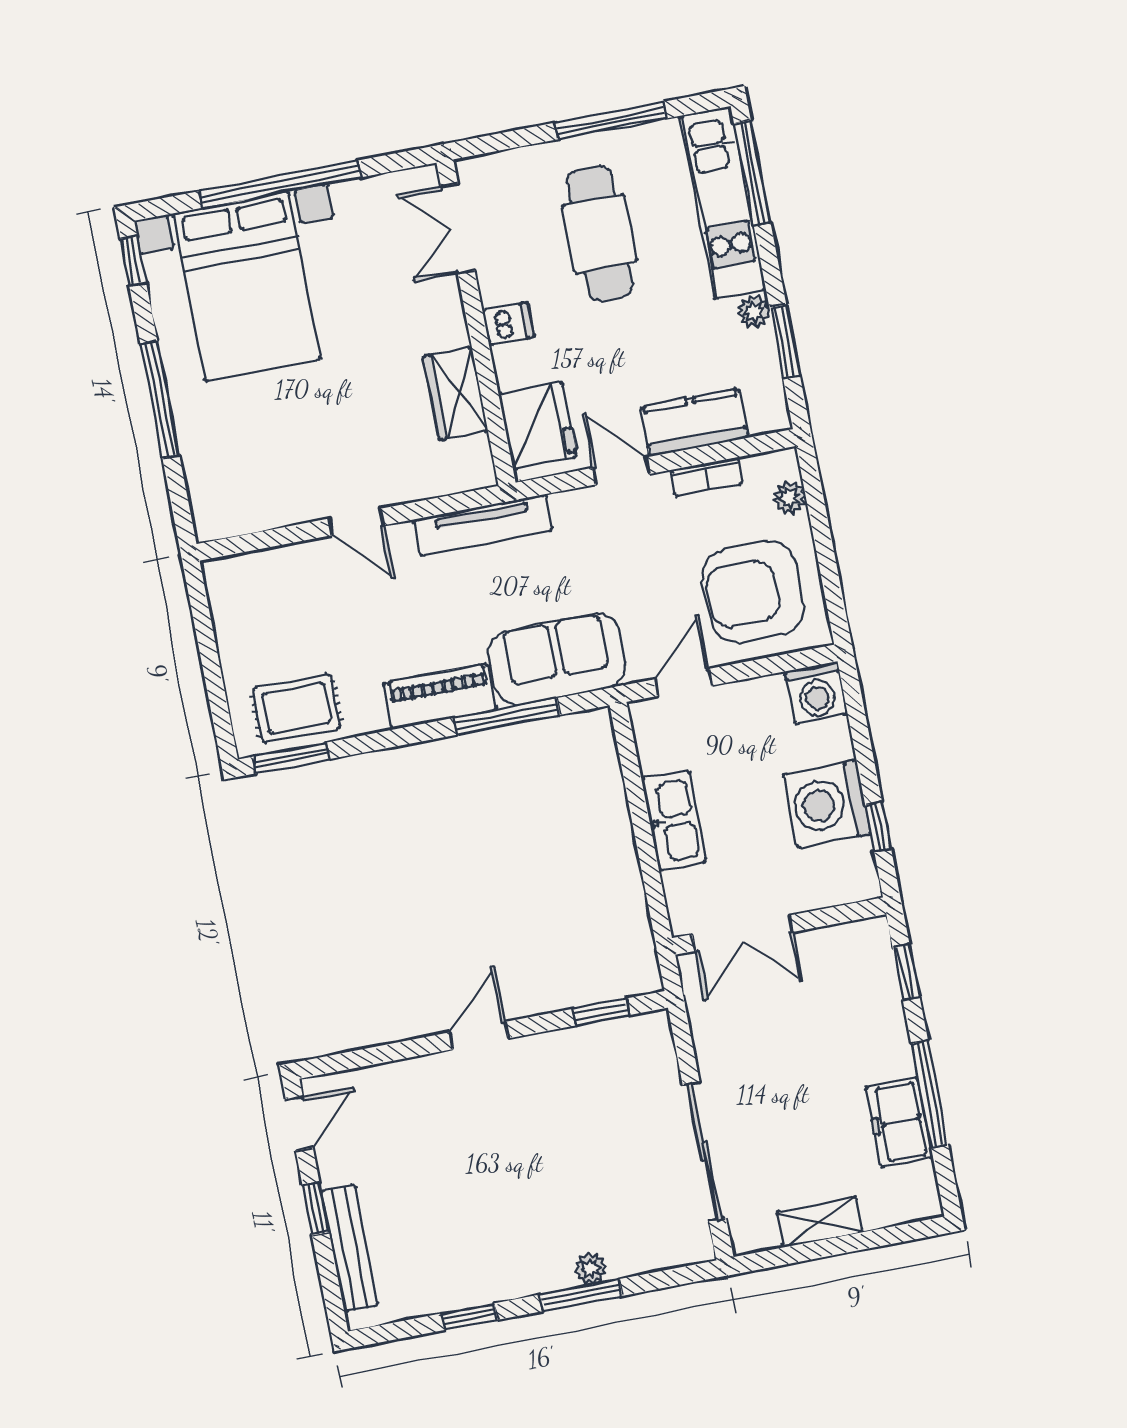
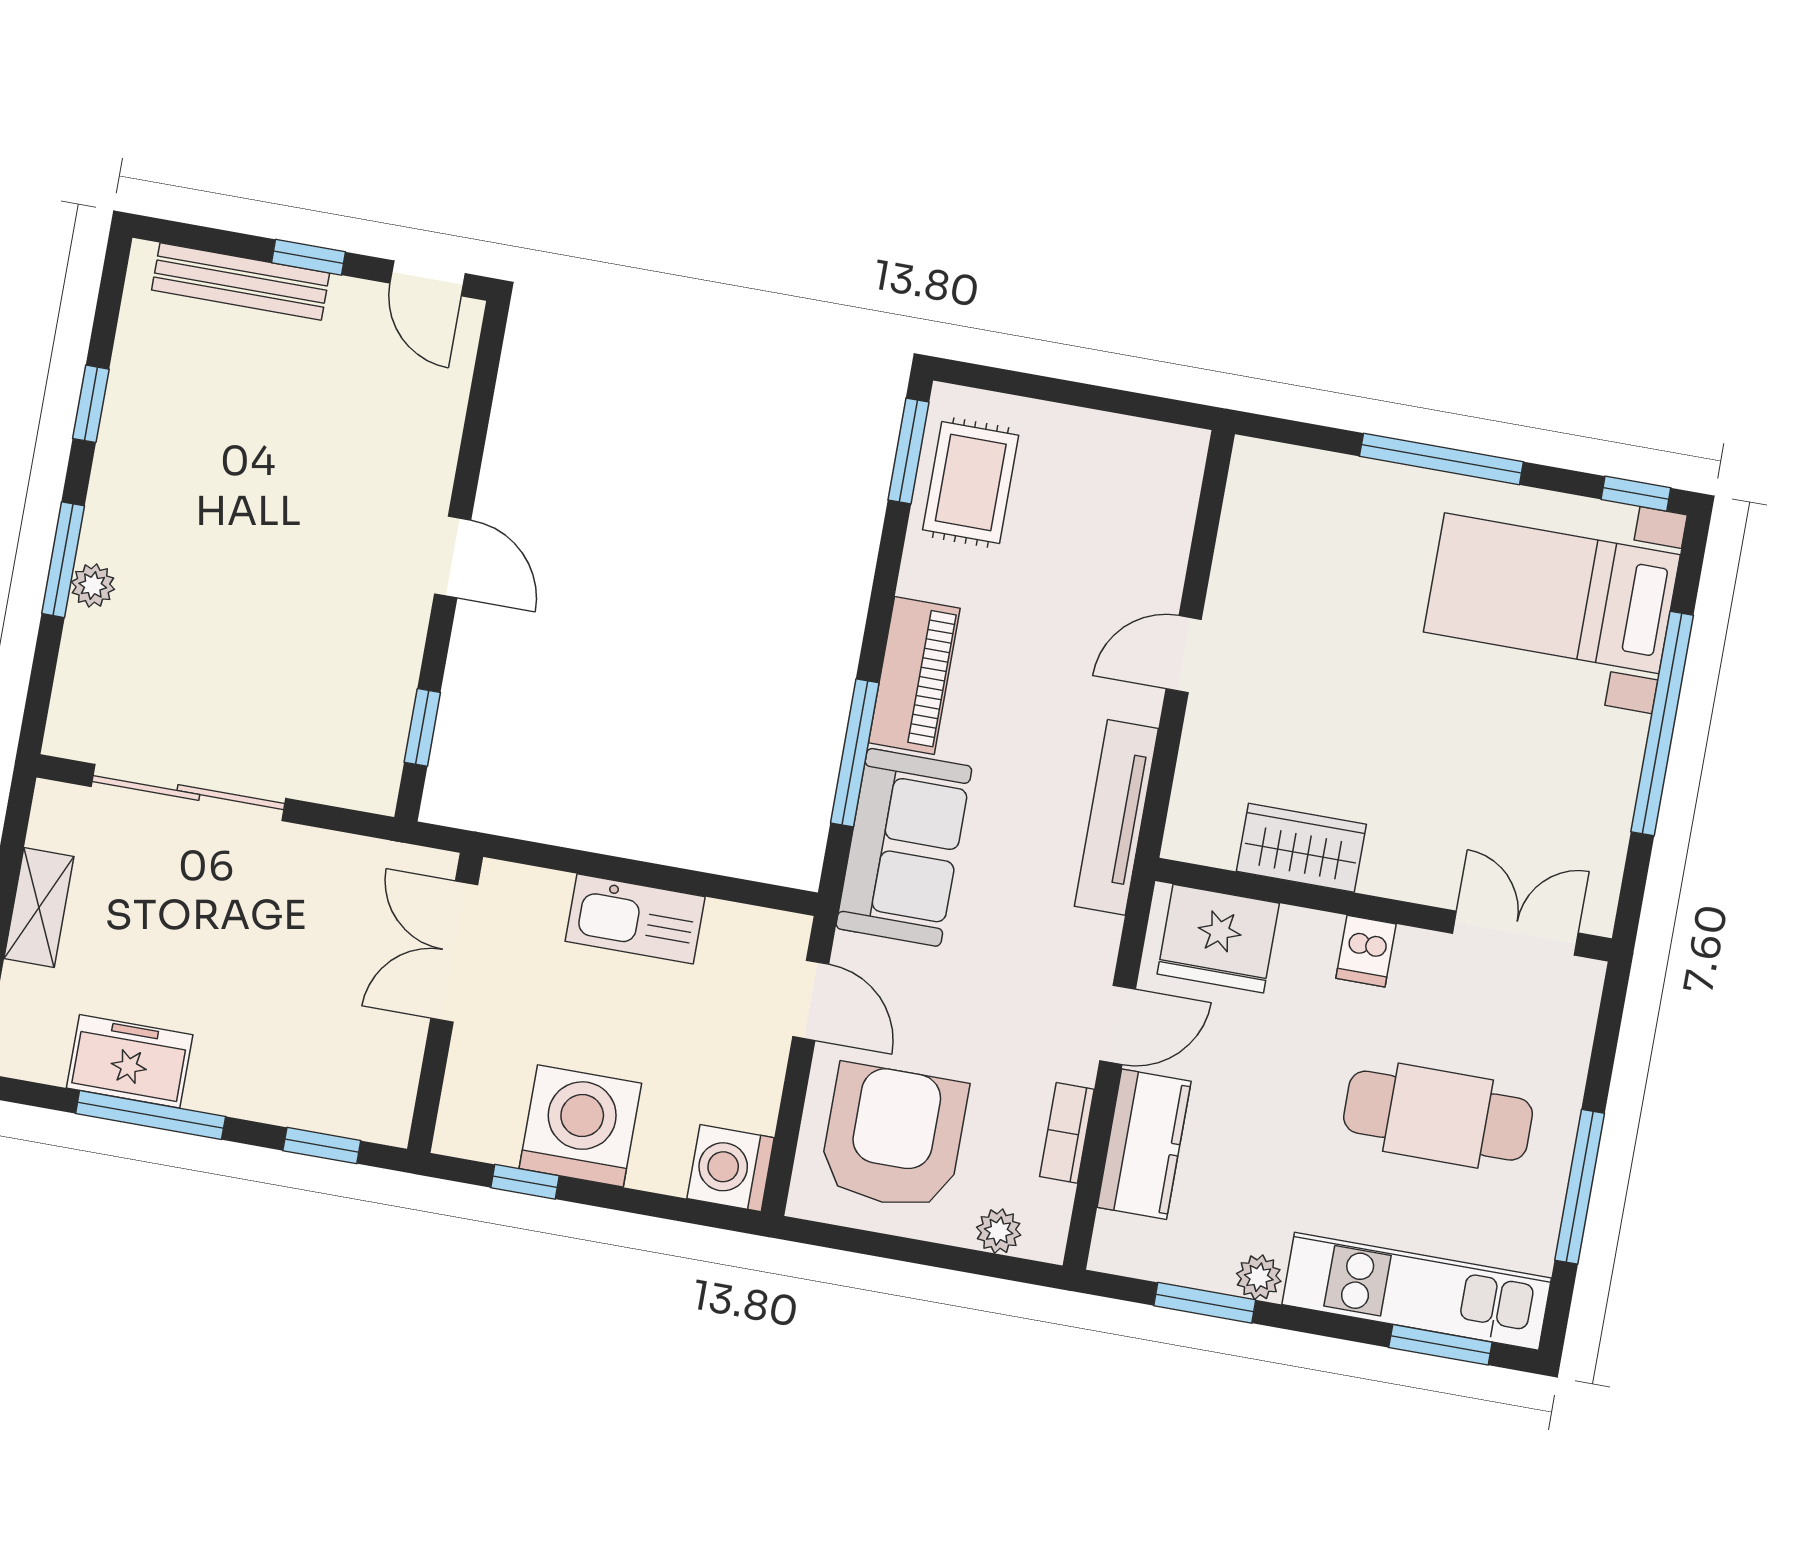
window: (752, 173) -> (1440, 1345), width x0.69
bed with nightstands: (247, 286) -> (1552, 593), width x0.73

